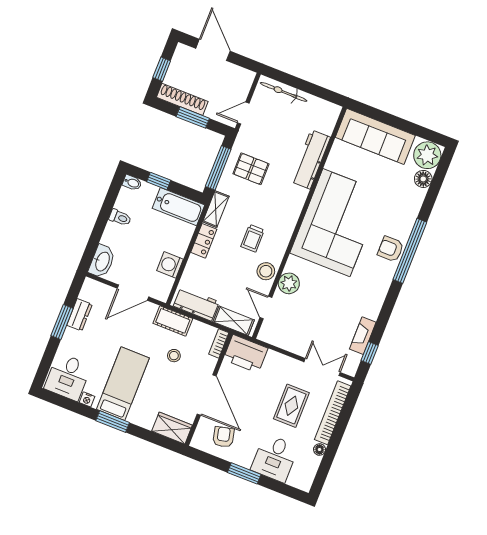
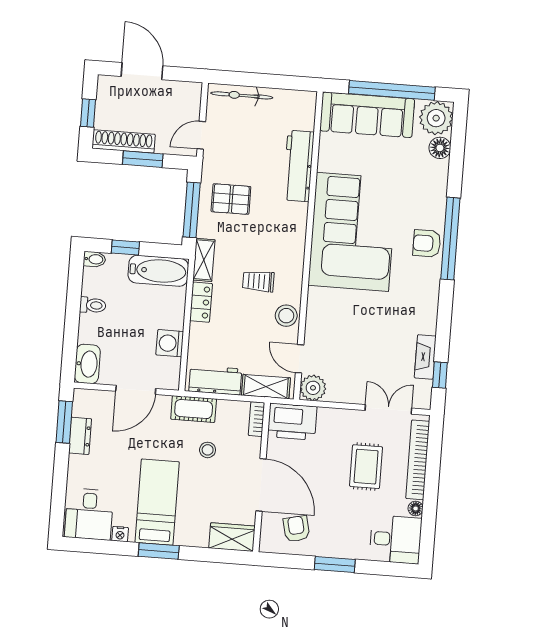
window: (400, 123) -> (392, 90), added
trolley: (253, 238) -> (258, 281), turned 90
plant: (289, 283) -> (313, 388), moved
window: (62, 322) -> (64, 422), moved
desk: (275, 458) -> (396, 539), moved, turned -90

